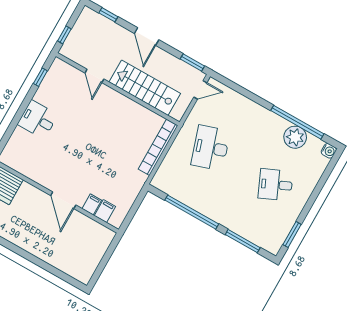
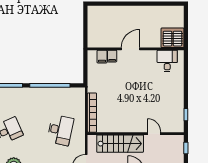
desk: (38, 120) -> (167, 61), moved, turned -90
desk: (211, 148) -> (60, 130), turned 30
door: (63, 200) -> (131, 49), hinge flipped

